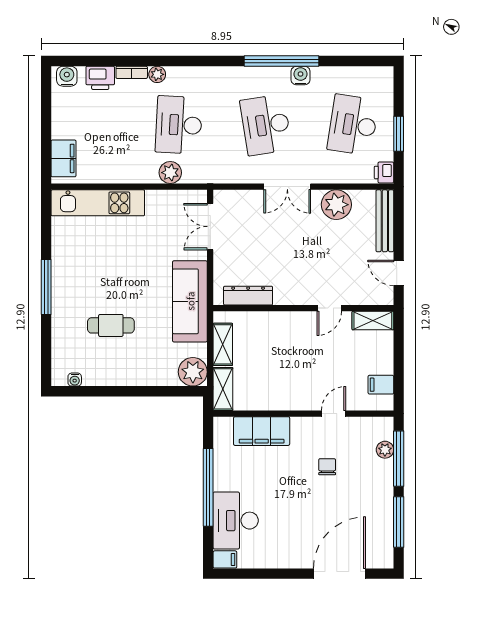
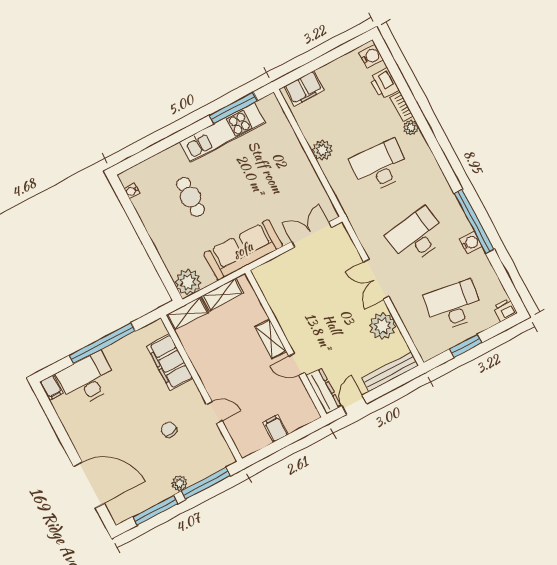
printer: (384, 172) -> (505, 310), moved
plant: (170, 173) -> (322, 150), moved
kitchen unit: (98, 203) -> (222, 132), moved, turned -90
window: (46, 287) -> (233, 108), moved
dresser: (248, 296) -> (324, 391), moved
shelving: (373, 321) -> (271, 339), moved
filing cabinet: (381, 385) -> (276, 428), moved
plant: (385, 450) -> (179, 483), moved
chair: (327, 467) -> (169, 430), turned -103

